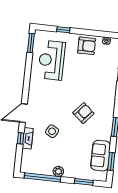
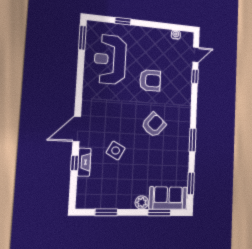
armchair: (87, 46) -> (150, 80), moved
sofa: (101, 156) -> (168, 198), moved, turned 90
plant: (58, 171) -> (142, 202), moved
window: (42, 177) -> (106, 212), width x0.47

